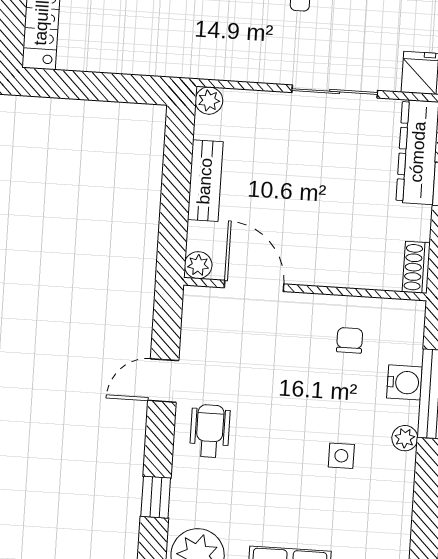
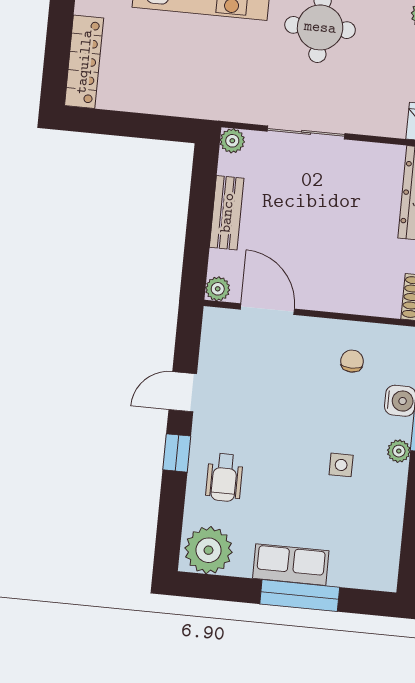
sliding door: (335, 92) -> (306, 132), moved
wheelchair: (210, 431) -> (224, 477), moved, turned 180
window: (156, 497) -> (177, 453), moved

